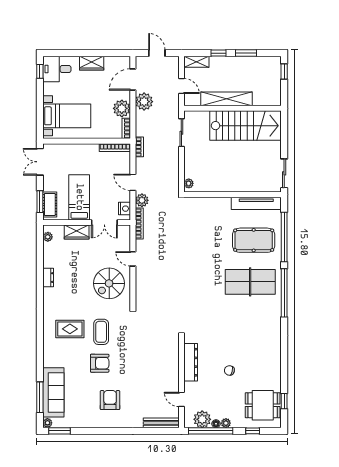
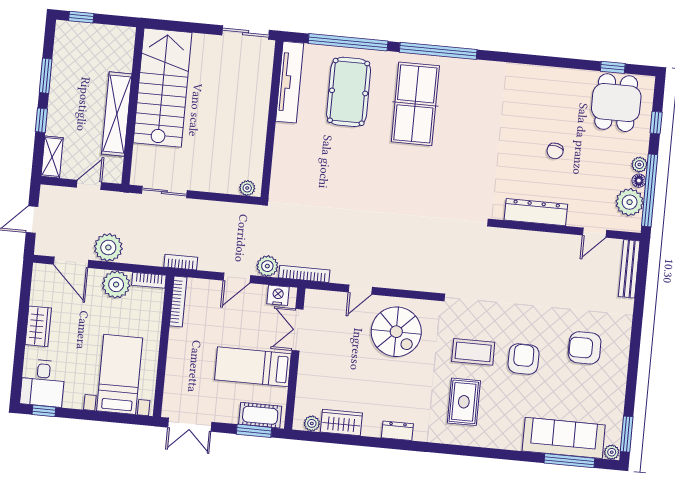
double door: (104, 223) -> (297, 330), swing flipped
wardrobe: (77, 232) -> (341, 422), moved, turned -90
dresser: (48, 278) -> (397, 431), moved

